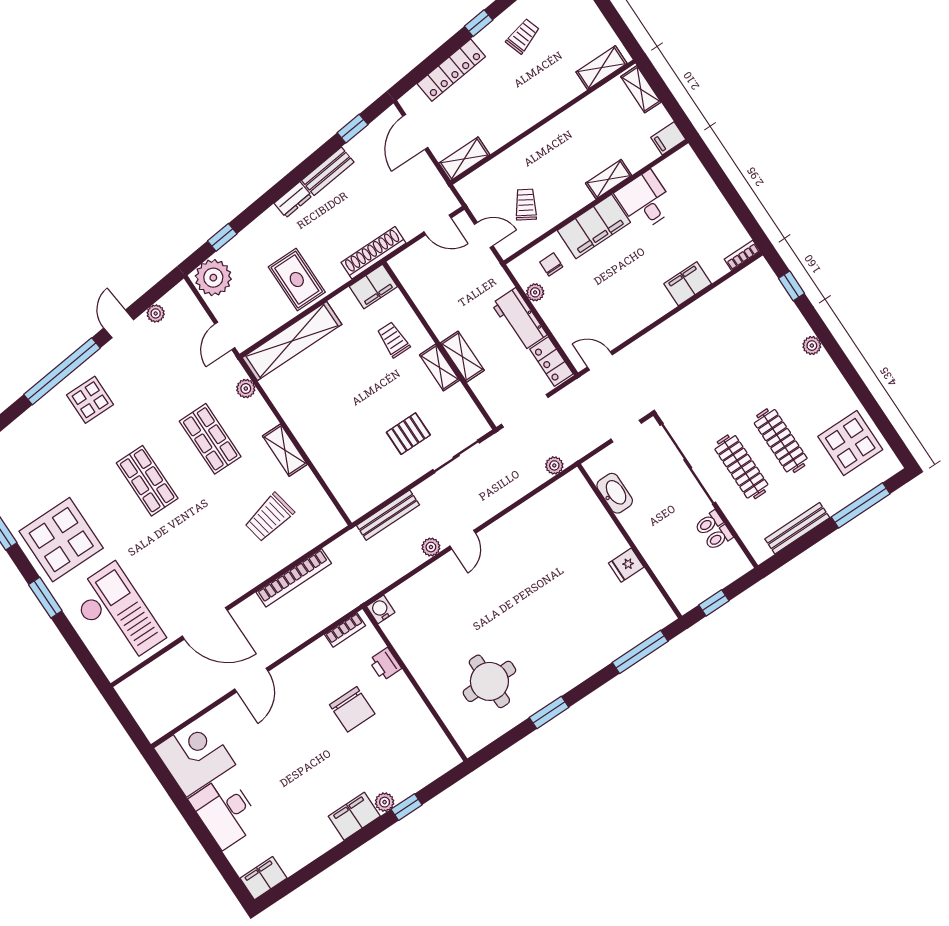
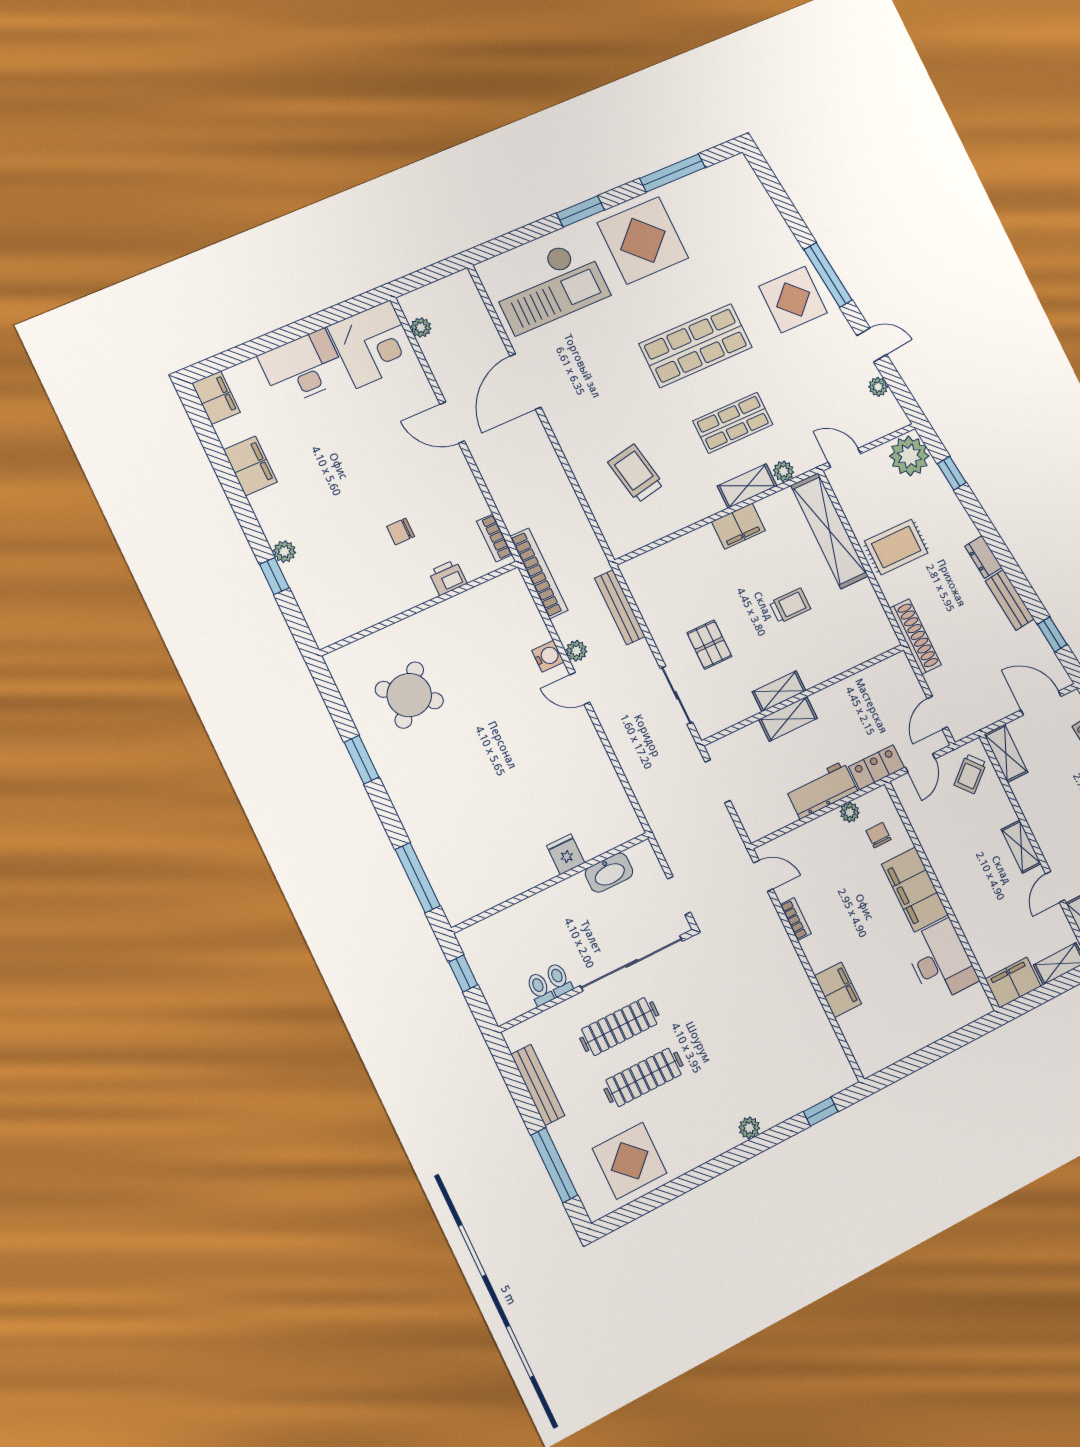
door: (575, 101) -> (1055, 887), added
filing cabinet: (668, 138) -> (1013, 983), width x2.00
shelving: (609, 179) -> (1021, 847), moved
desk: (645, 201) -> (941, 961), width x1.37
trolley: (526, 205) -> (970, 774), moved, turned 108
bookcase: (742, 255) -> (796, 919), moved
chair: (551, 264) -> (879, 835), turned -90
filing cabinet: (373, 287) -> (738, 526), moved, turned -90
trolley: (393, 340) -> (790, 606), moved
locker: (551, 361) -> (877, 767), moved
door: (600, 361) -> (763, 876), hinge flipped
window: (62, 371) -> (828, 275), width x0.68
display table: (90, 400) -> (793, 299), width x1.36, depth x1.36
doorway: (525, 411) -> (718, 781), width x0.73
shelving: (285, 450) -> (747, 486), moved
plant: (554, 465) -> (421, 327), moved
shop shelf: (147, 481) -> (696, 346), width x1.43, depth x1.36
fridge: (626, 565) -> (566, 854), moved
bookcase: (294, 578) -> (539, 573), moved, turned 180
water cooler: (381, 609) -> (548, 656), moved
round table: (489, 681) -> (409, 695), turned 38
chair: (352, 709) -> (401, 531), width x0.54, depth x0.54
filing cabinet: (354, 816) -> (250, 466), moved

